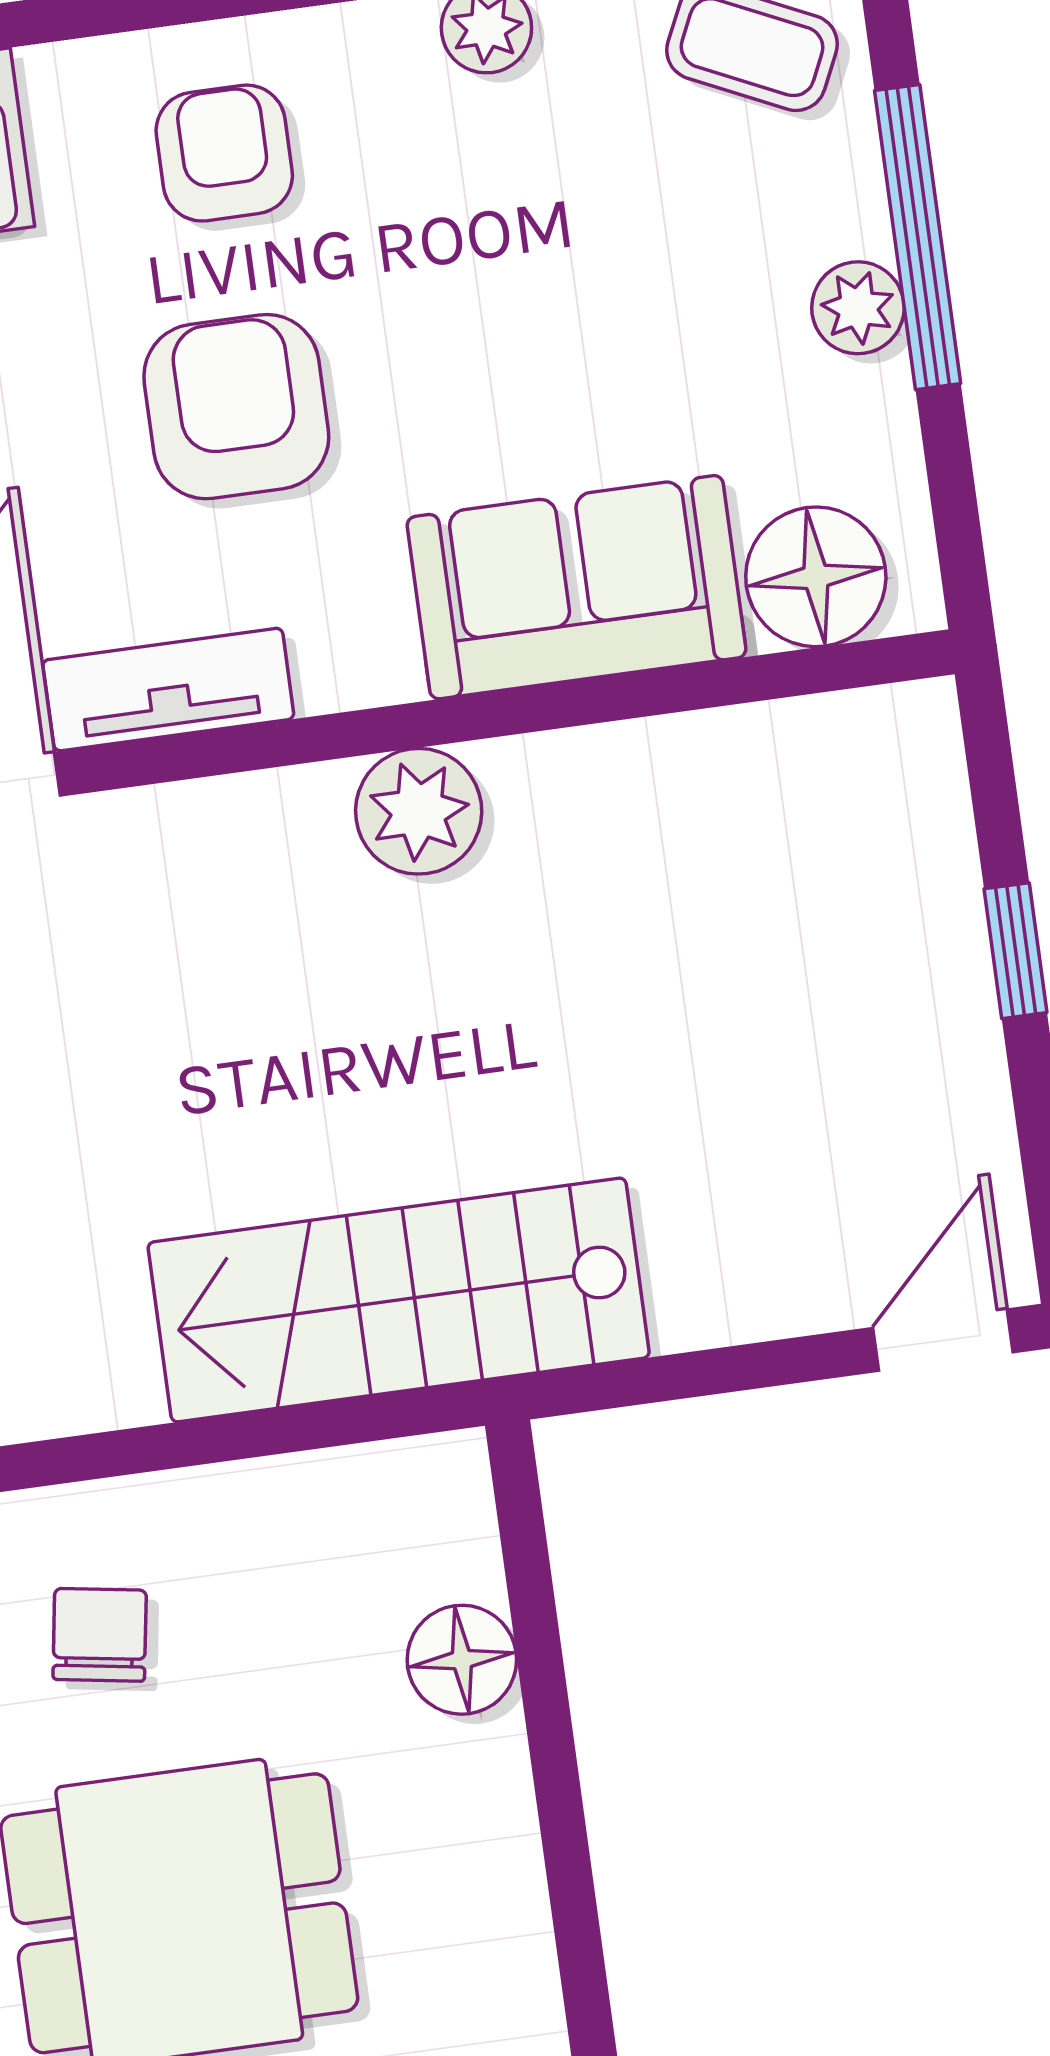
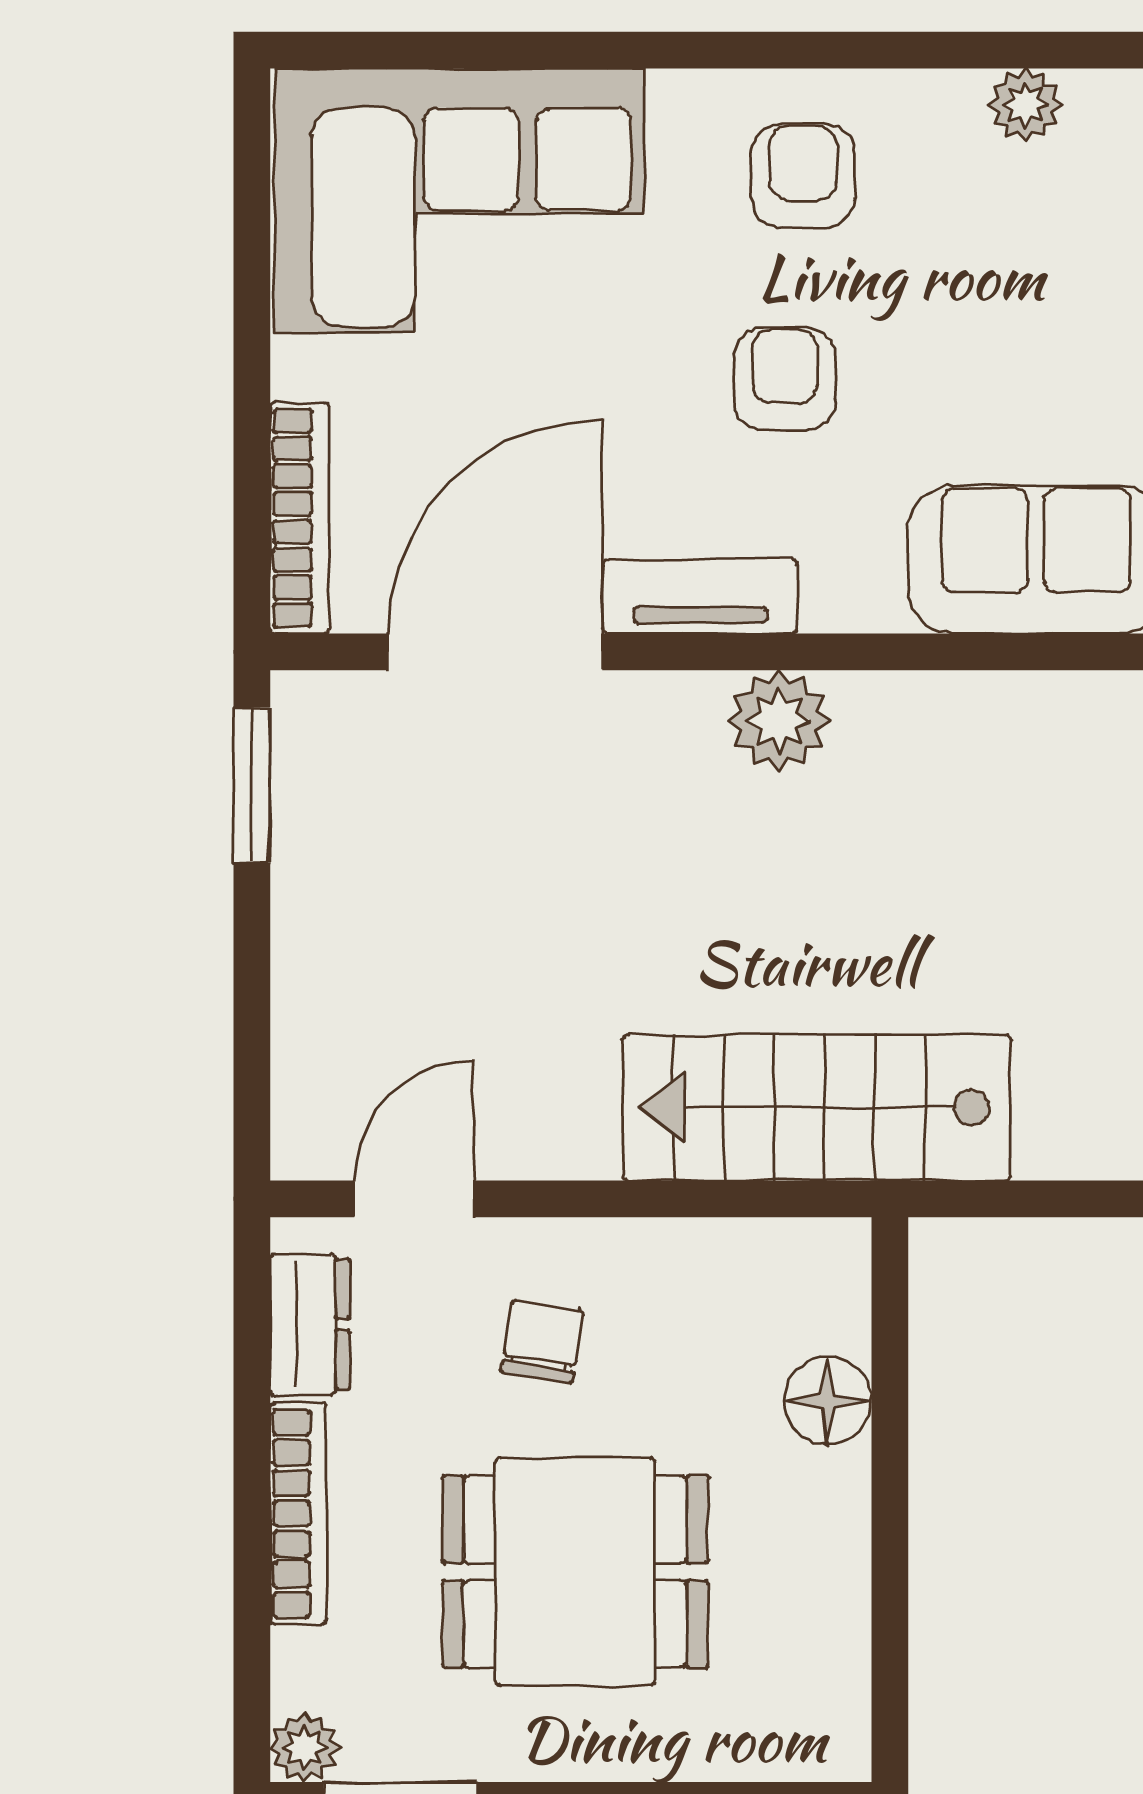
armchair: (236, 407) -> (785, 379), width x0.72, depth x0.72
plant: (419, 811) -> (779, 721), moved

